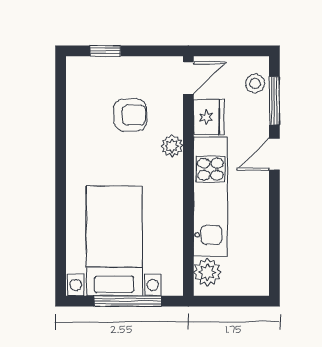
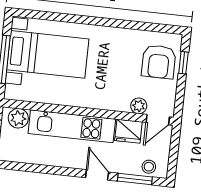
door: (188, 78) -> (158, 120), hinge flipped
armchair: (130, 115) -> (159, 62), moved, width x1.38, depth x1.38
plant: (172, 146) -> (139, 106), moved

